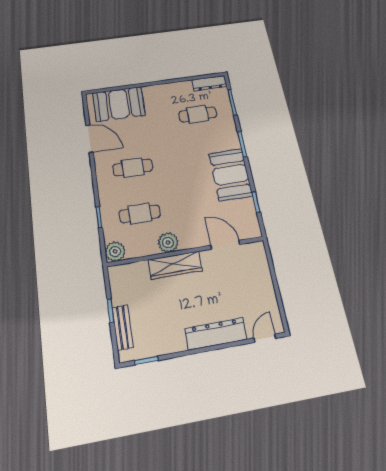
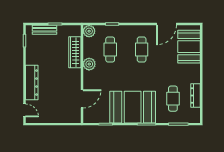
dresser: (209, 83) -> (196, 95), moved
booth: (231, 175) -> (133, 107), width x1.36, depth x1.42
wardrobe: (175, 265) -> (75, 52), moved

